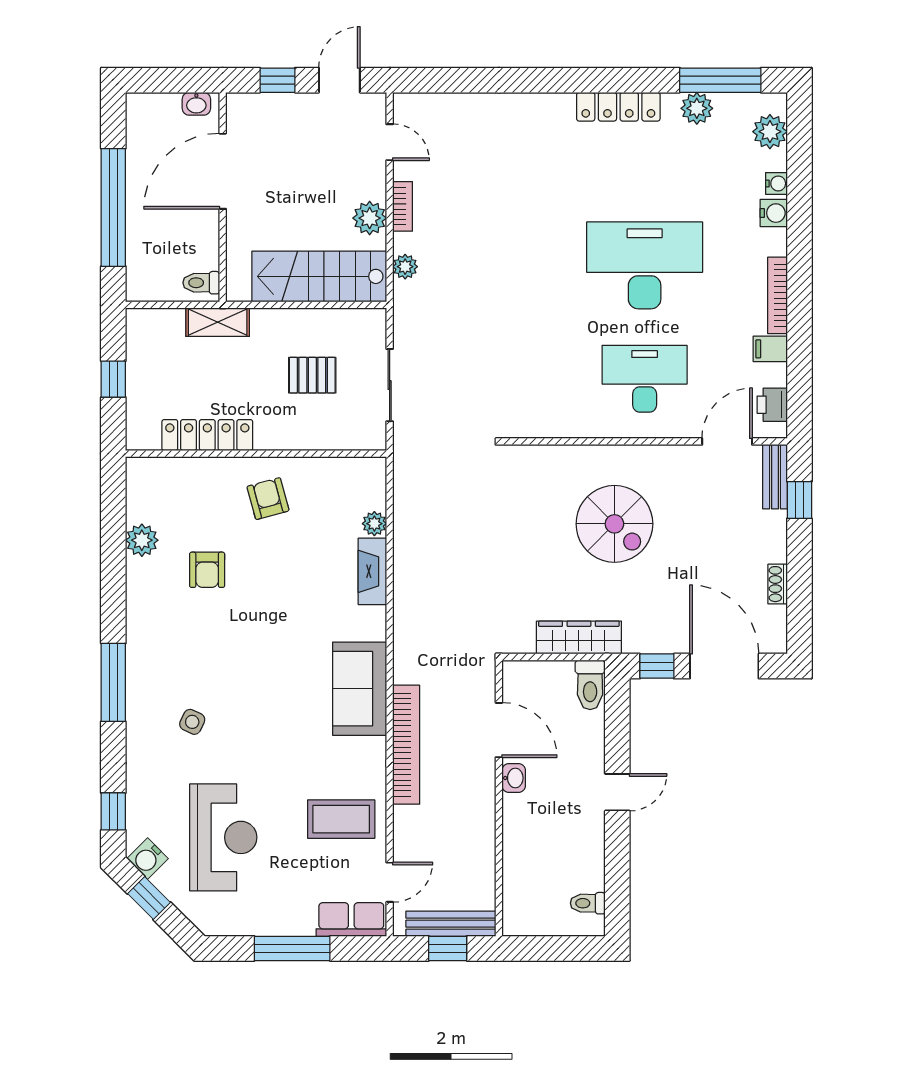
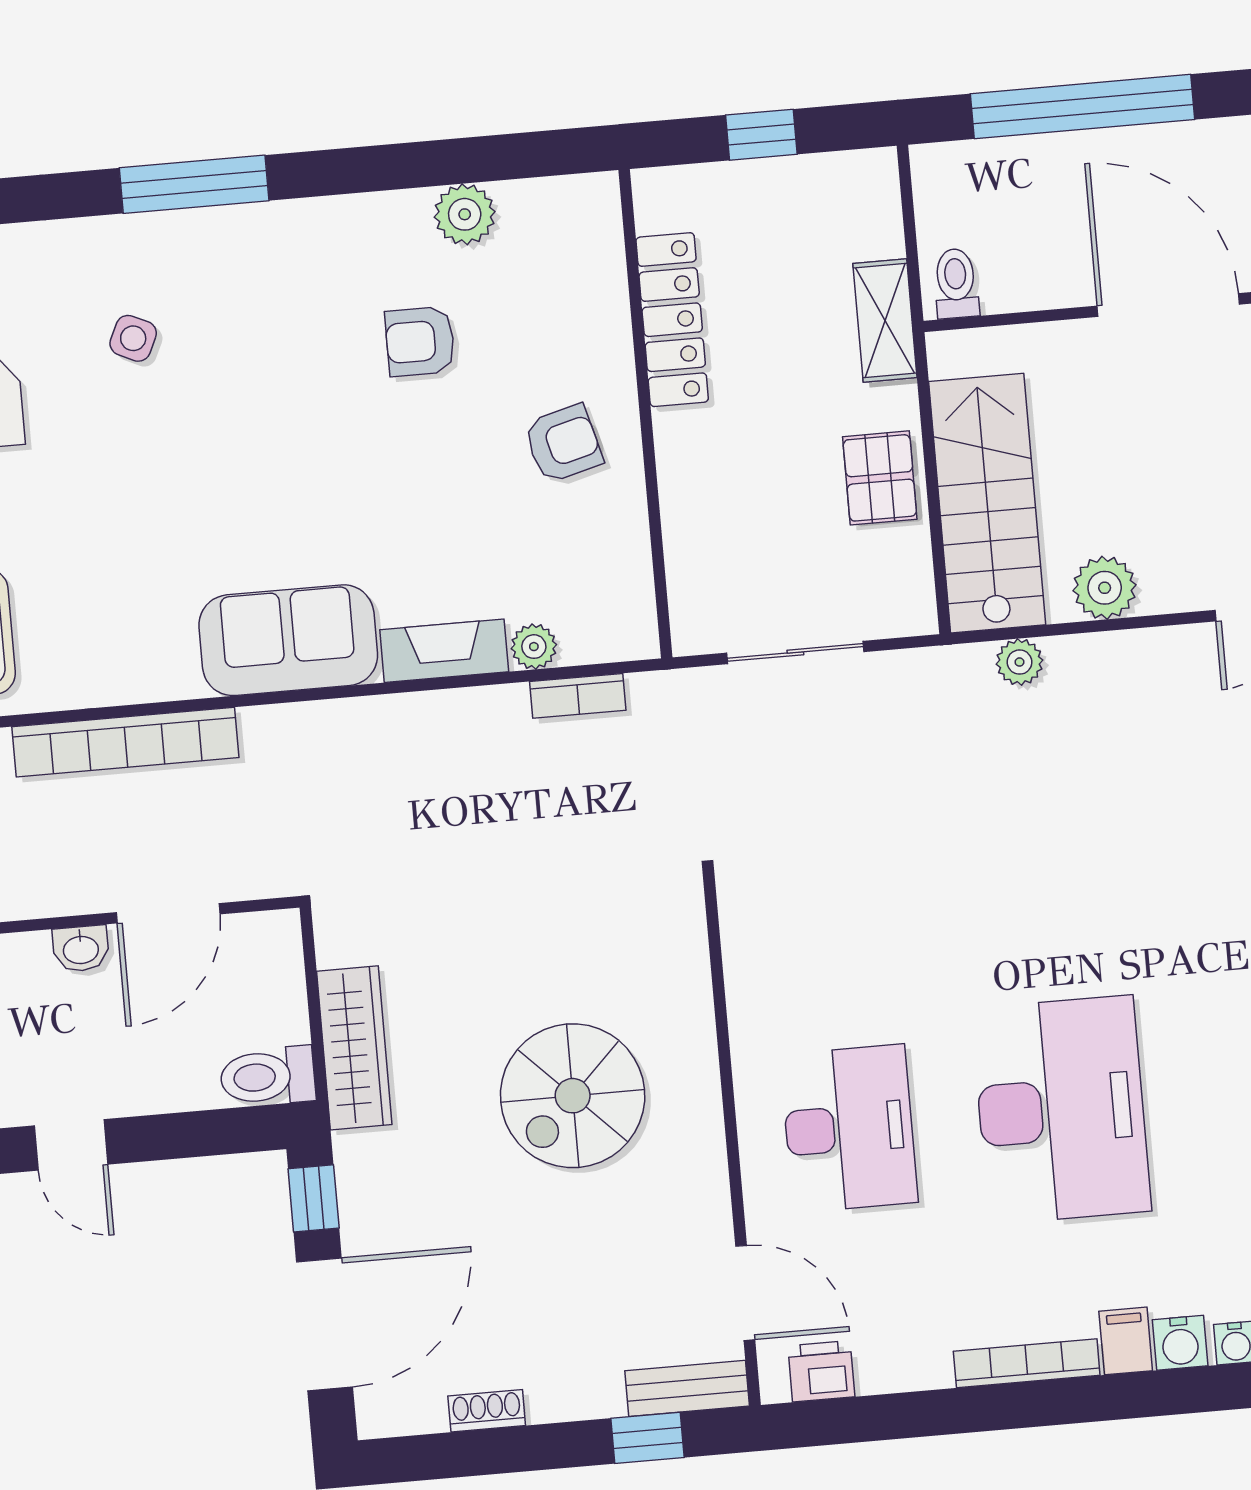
bookcase: (403, 206) -> (578, 696), moved
filing cabinet: (770, 349) -> (1126, 1341), moved
pallet: (312, 375) -> (880, 478), moved
sofa: (360, 689) -> (288, 640), moved

